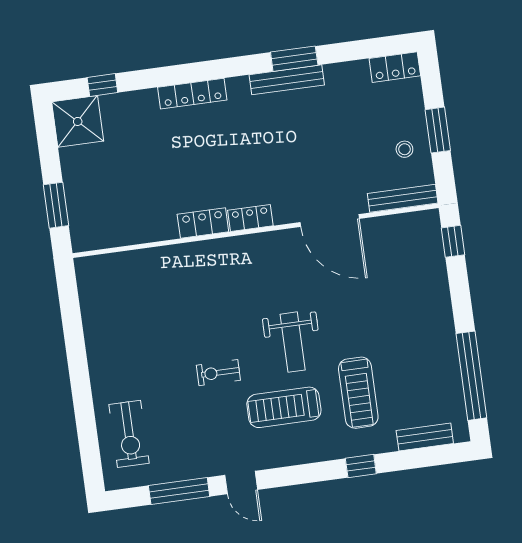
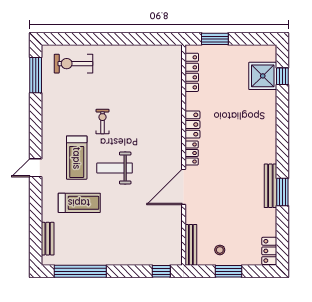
locker: (192, 94) -> (192, 72), moved, turned 180
shower: (78, 121) -> (263, 76), moved
door: (330, 220) -> (184, 187), moved
treadmill: (358, 393) -> (79, 203), turned 180
treadmill: (284, 407) -> (77, 158), turned 180
window: (361, 466) -> (36, 198), removed
door: (241, 482) -> (36, 168), moved
window: (179, 491) -> (36, 75), moved

